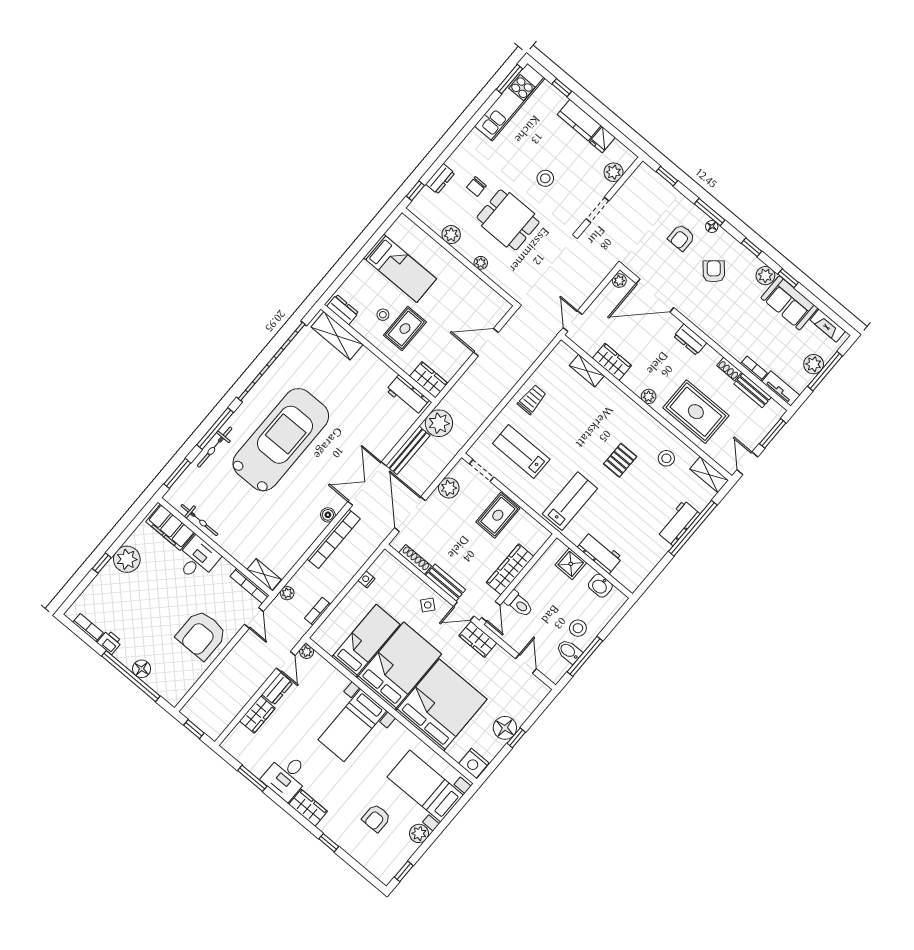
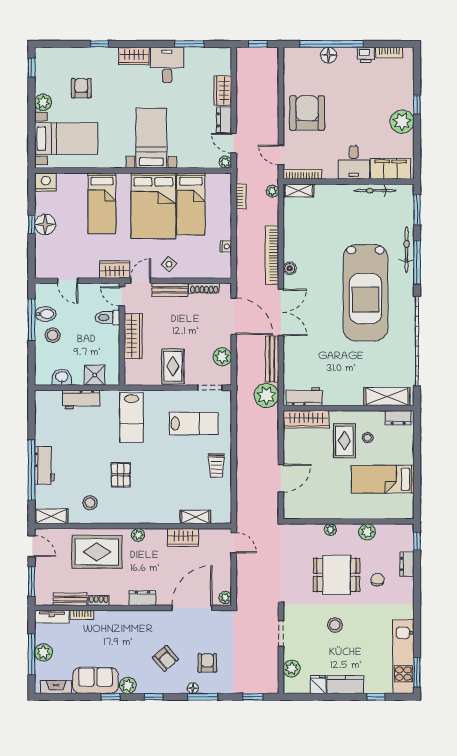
wardrobe: (429, 380) -> (306, 419), width x1.50
bed: (441, 705) -> (102, 203), width x0.49

